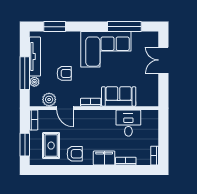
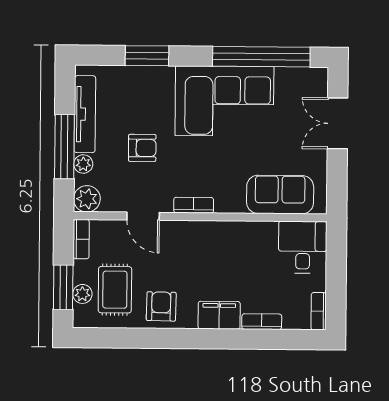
window: (55, 27) -> (147, 56), moved
window: (124, 27) -> (261, 57), width x1.46
sofa: (119, 96) -> (280, 195), moved
plant: (49, 100) -> (87, 199), moved
desk: (128, 123) -> (303, 247), moved
plant: (35, 148) -> (82, 294), added
armchair: (75, 154) -> (161, 306), turned -89

